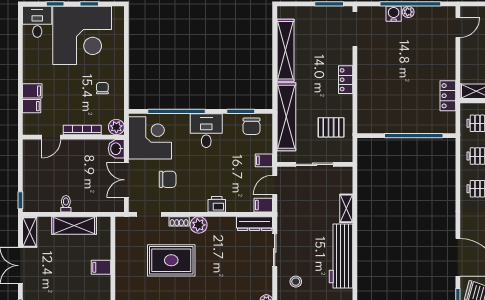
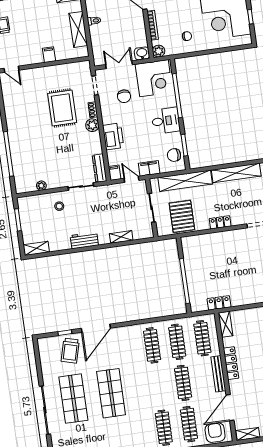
pallet: (331, 127) -> (182, 216), width x1.50, depth x1.42
filing cabinet: (264, 160) -> (149, 168), width x2.00
printer: (217, 204) -> (113, 136), width x1.87, depth x1.48
workbench: (341, 256) -> (84, 240), width x0.53, depth x0.76

